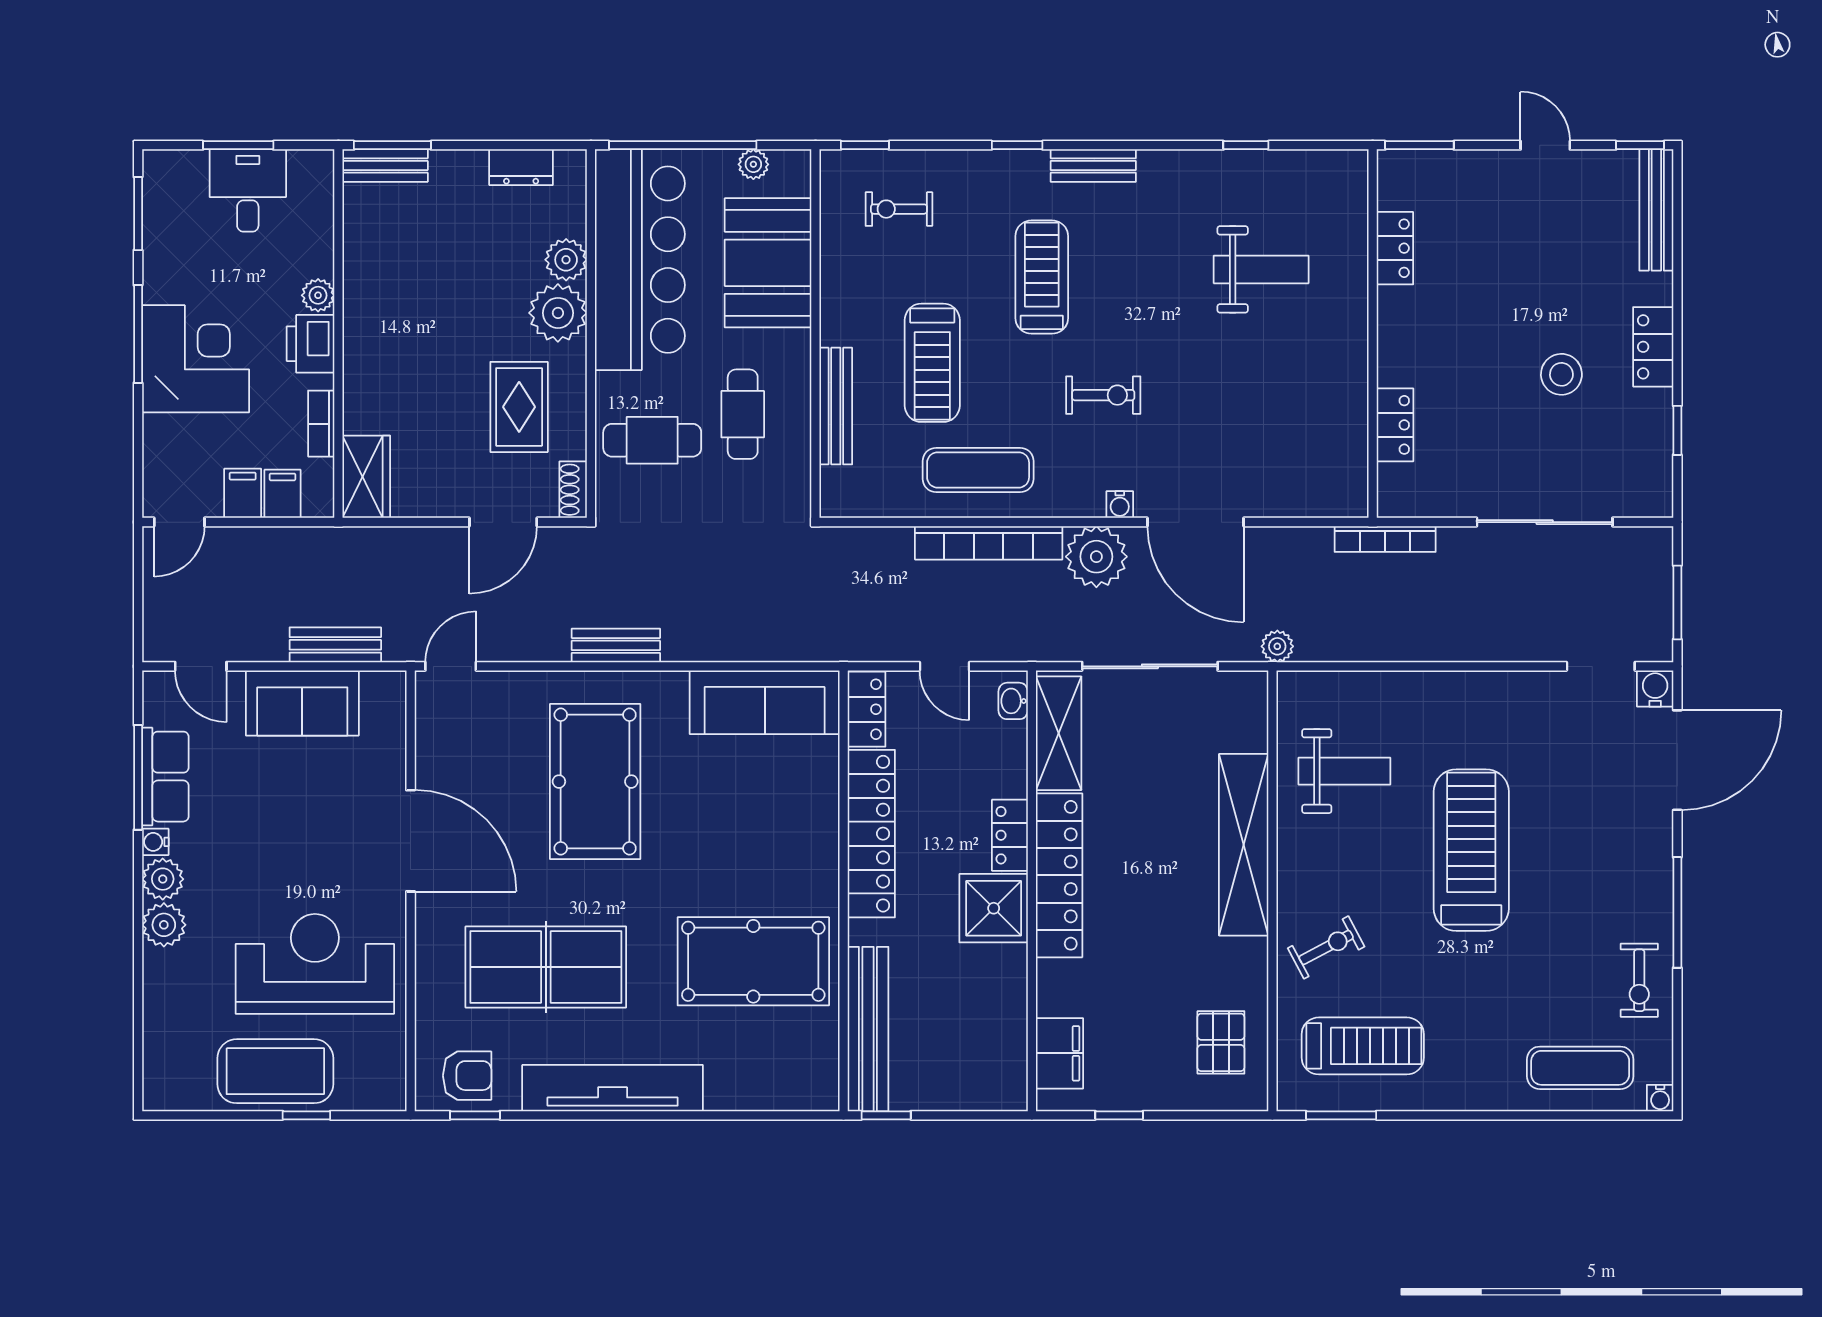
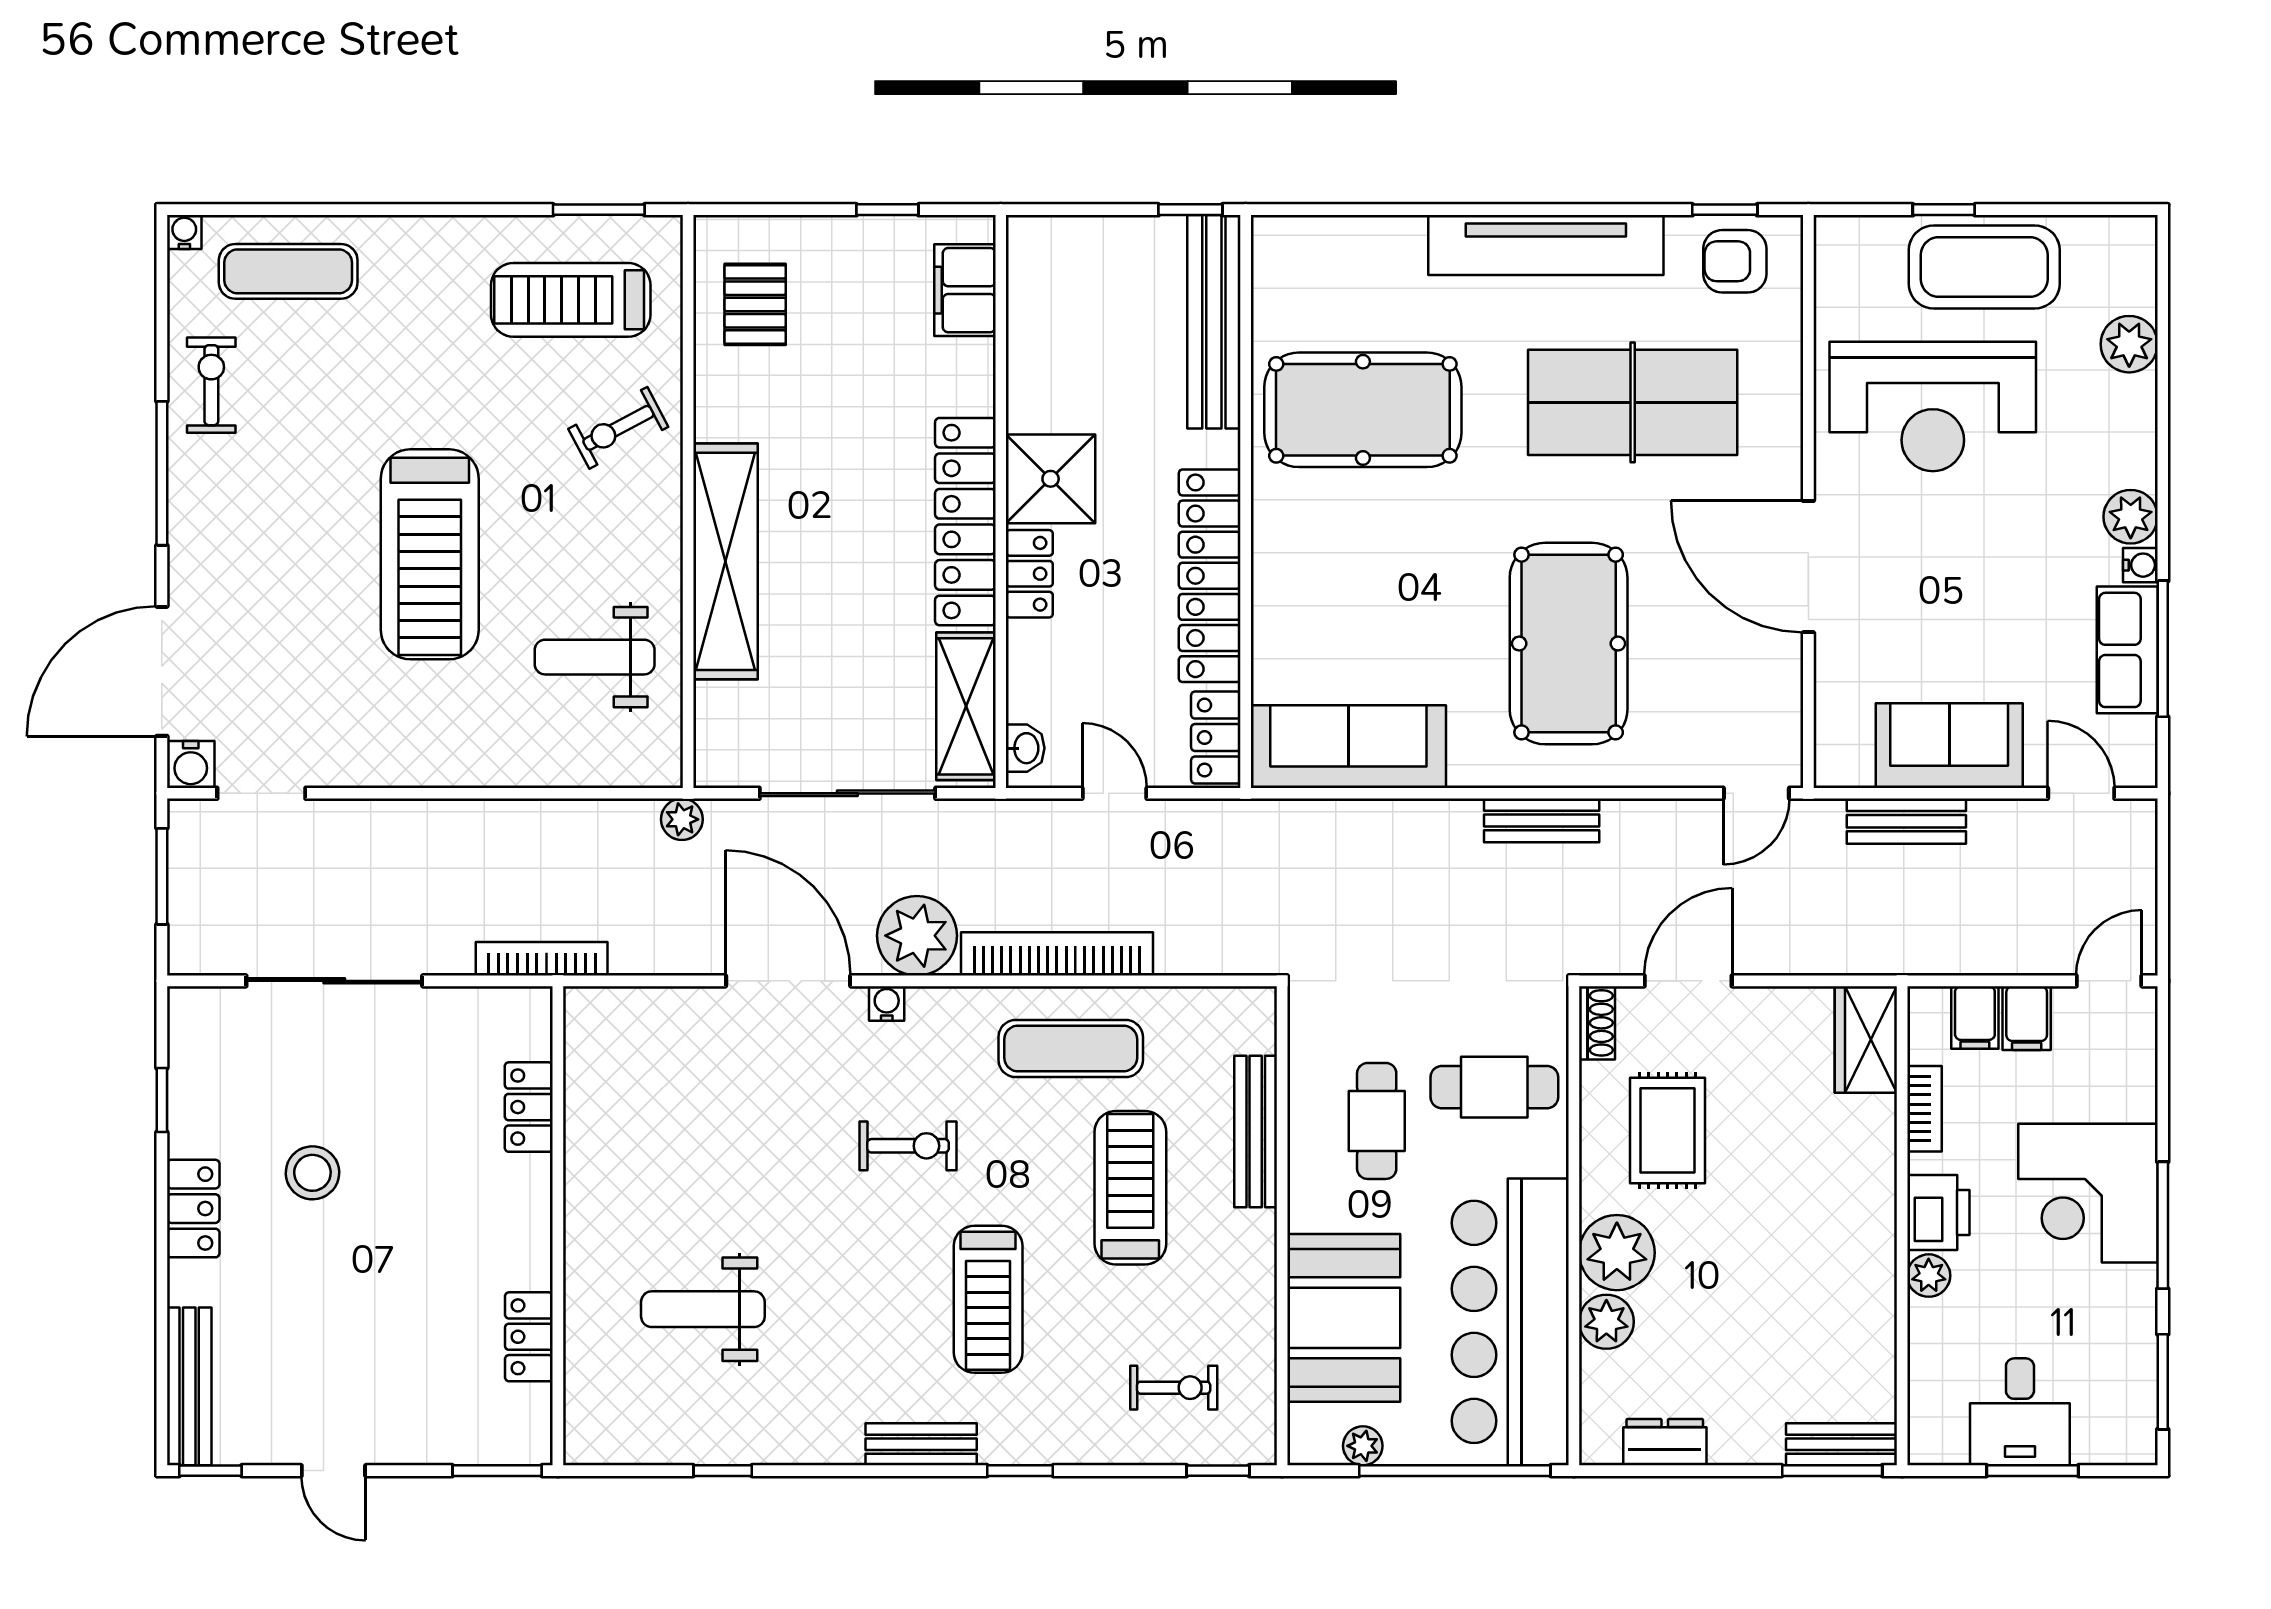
exercise bike: (1103, 395) -> (908, 1146), turned 180
plant: (164, 925) -> (2129, 344), moved

